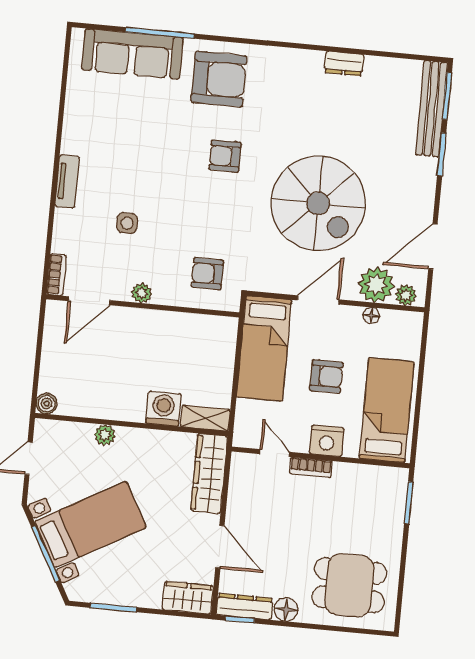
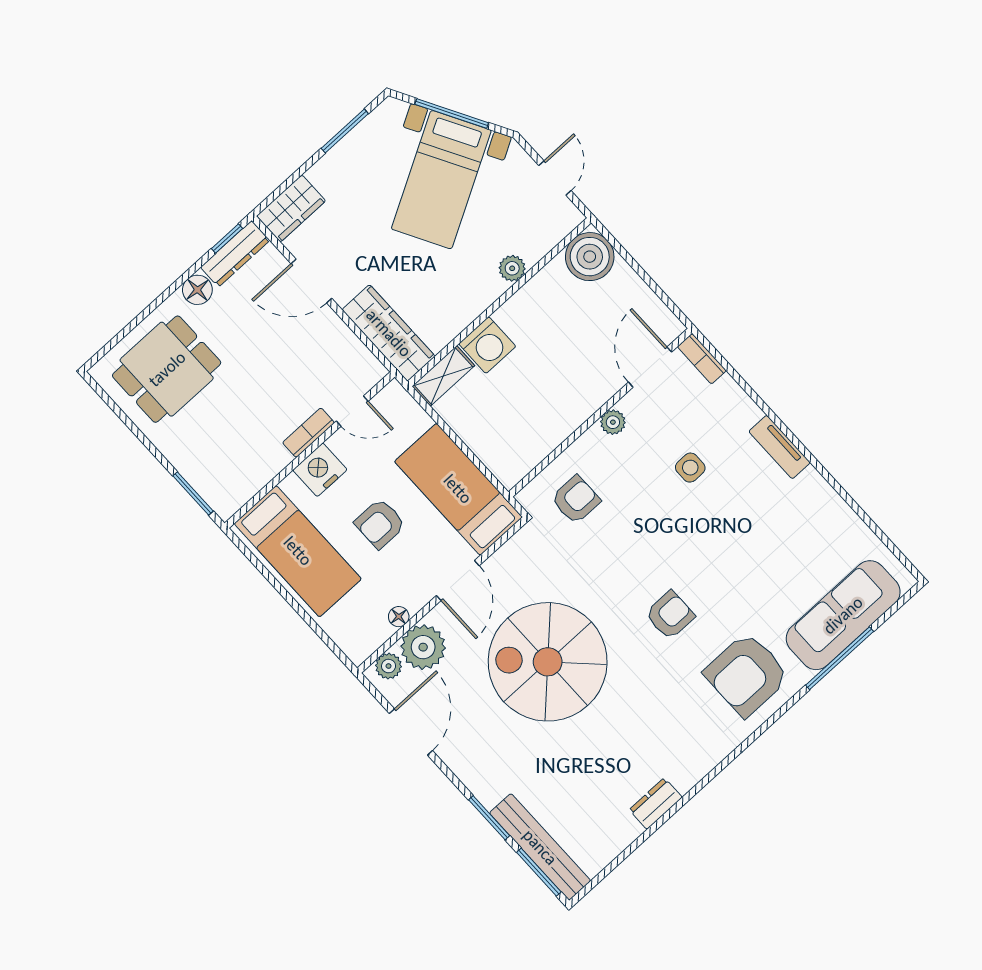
boiler: (47, 404) -> (590, 257), width x1.86, depth x1.86

